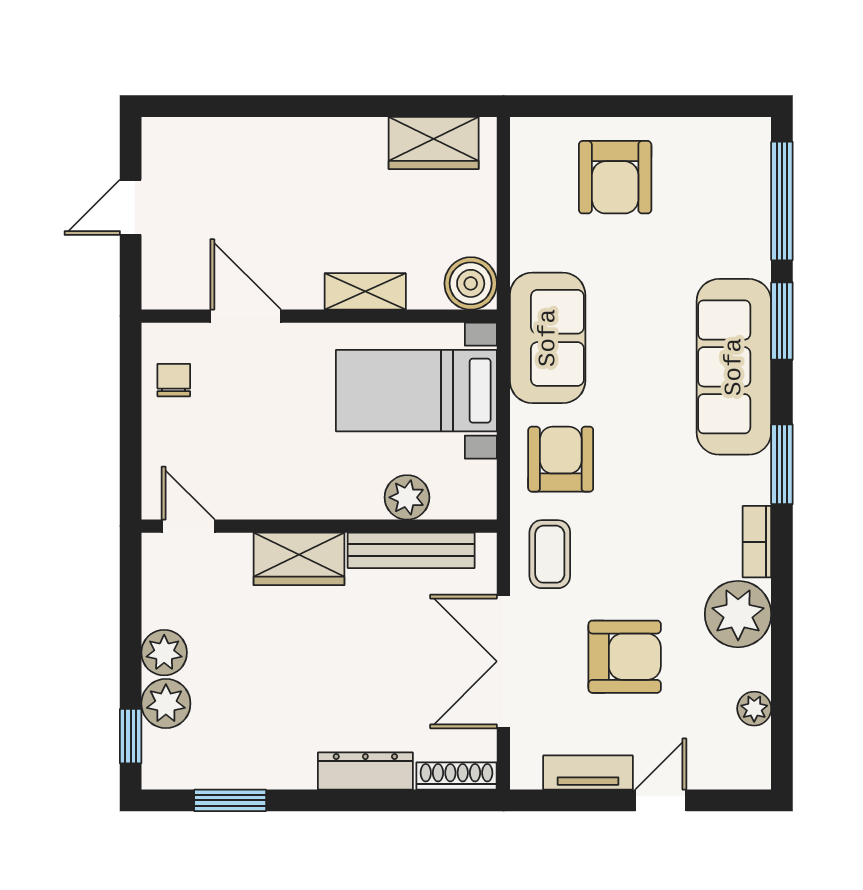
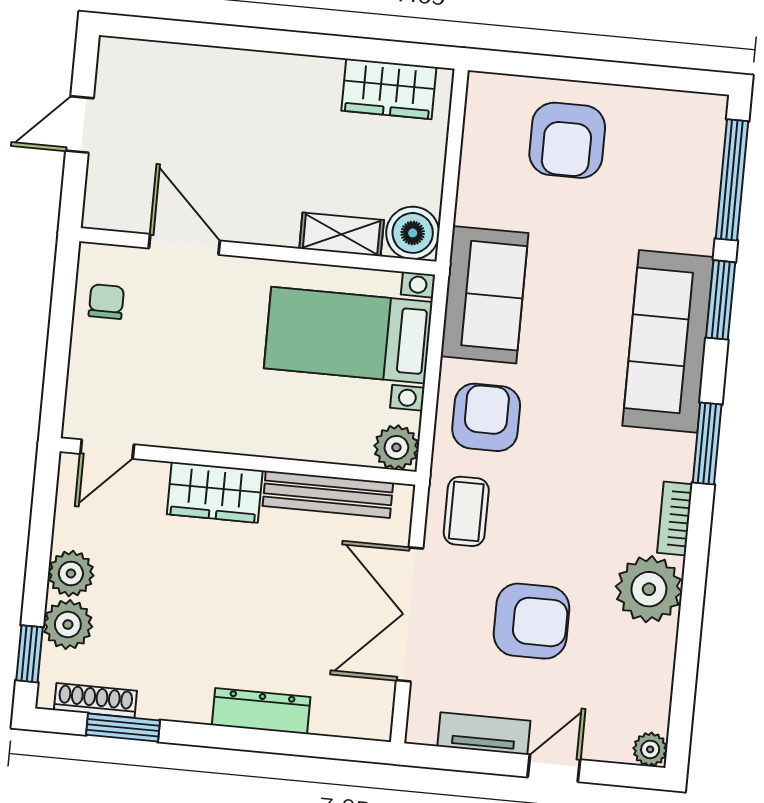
shelving: (365, 291) -> (342, 234), moved
plant: (407, 497) -> (396, 447), moved
door: (188, 526) -> (107, 449), swing flipped
plant: (754, 709) -> (650, 749), moved
shoe rack: (457, 776) -> (95, 700), moved

